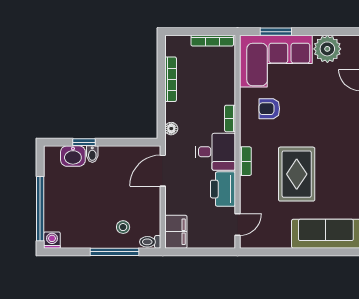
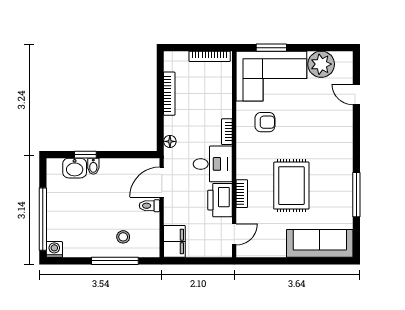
armchair: (269, 109) -> (265, 122), turned 180
bookcase: (245, 161) -> (242, 194), moved
toilet: (150, 242) -> (149, 206), moved

